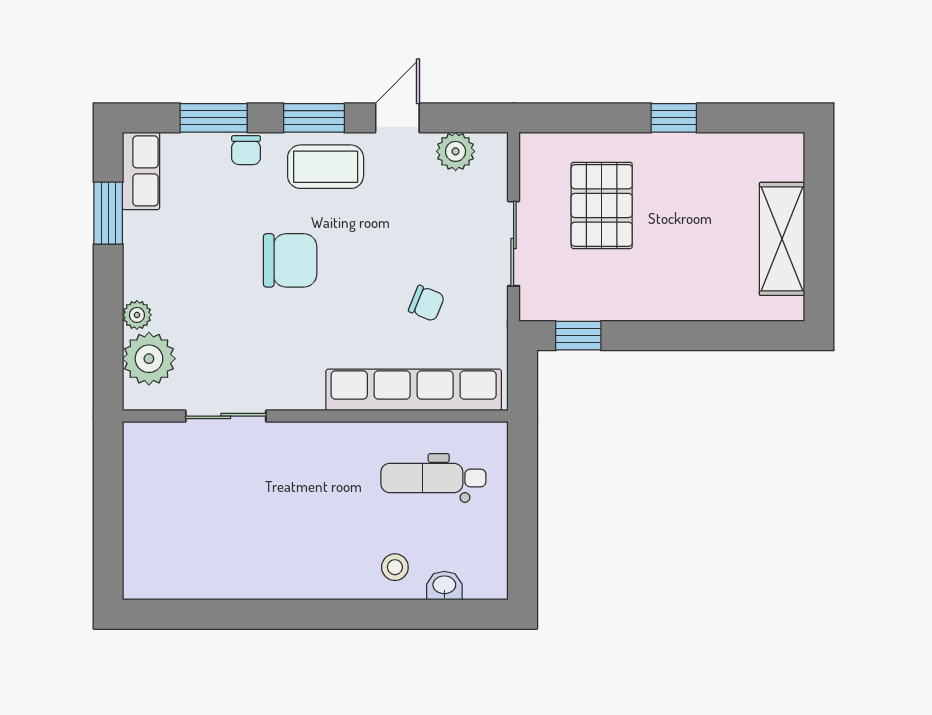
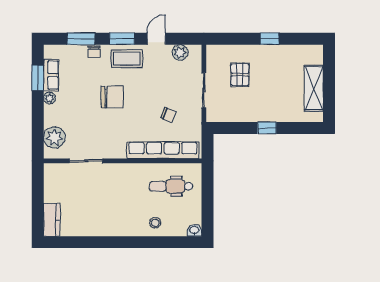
row of seats: (141, 171) -> (51, 75), moved
pallet: (602, 205) -> (240, 75), width x0.67, depth x0.71
plant: (137, 315) -> (49, 98), moved
window: (578, 336) -> (267, 128), moved
kitchen counter: (143, 560) -> (52, 220), added
washbasin: (444, 586) -> (194, 230), moved

